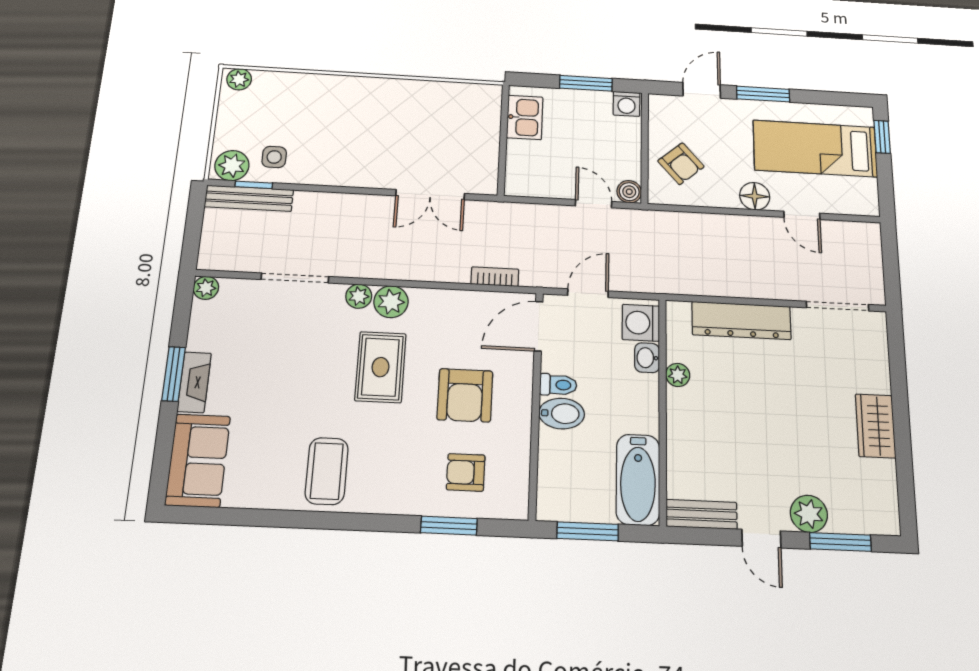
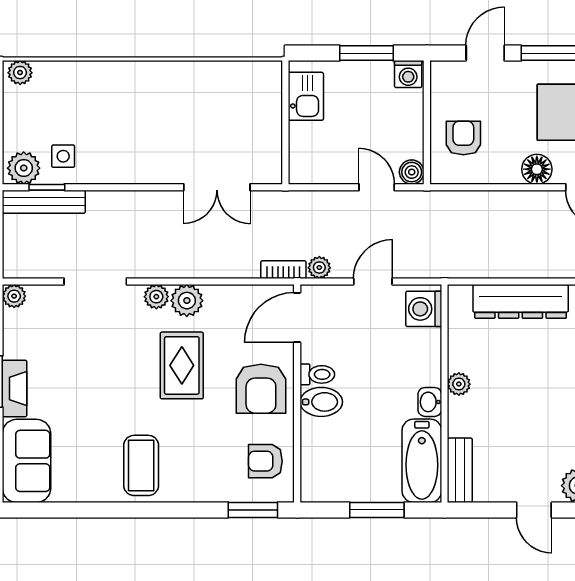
armchair: (681, 164) -> (463, 138), turned -139
plant: (532, 277) -> (319, 268), added
door: (538, 326) -> (297, 318), moved
washbasin: (647, 358) -> (430, 402), moved
plant: (678, 375) -> (459, 384), moved
toilet: (558, 385) -> (317, 374), moved
wall: (536, 404) -> (297, 394), moved
bidet: (562, 414) -> (321, 402), moved
bench: (702, 514) -> (460, 470), moved, turned 90

